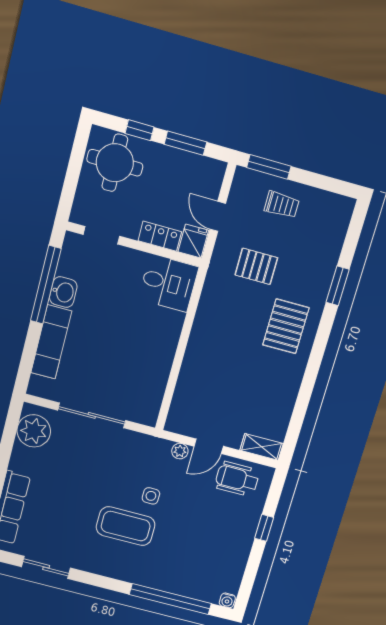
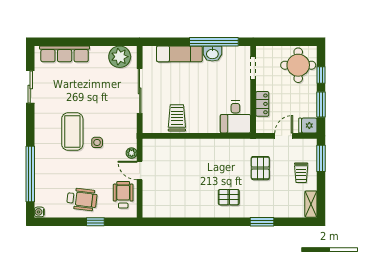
fridge: (193, 241) -> (308, 126), moved, turned 180
pallet: (286, 326) -> (229, 197), width x0.67, depth x0.71
trolley: (146, 372) -> (177, 118), added
shelving: (262, 447) -> (311, 204), moved
wheelchair: (227, 538) -> (82, 199), added

